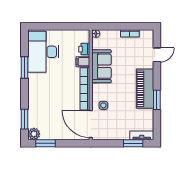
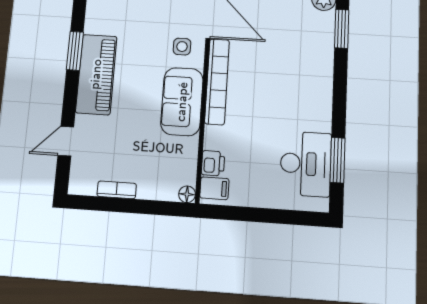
desk: (43, 52) -> (306, 164), width x0.73, depth x0.77
filing cabinet: (83, 62) -> (214, 188), moved
sofa: (101, 66) -> (182, 102), moved
window: (25, 67) -> (338, 160), moved

